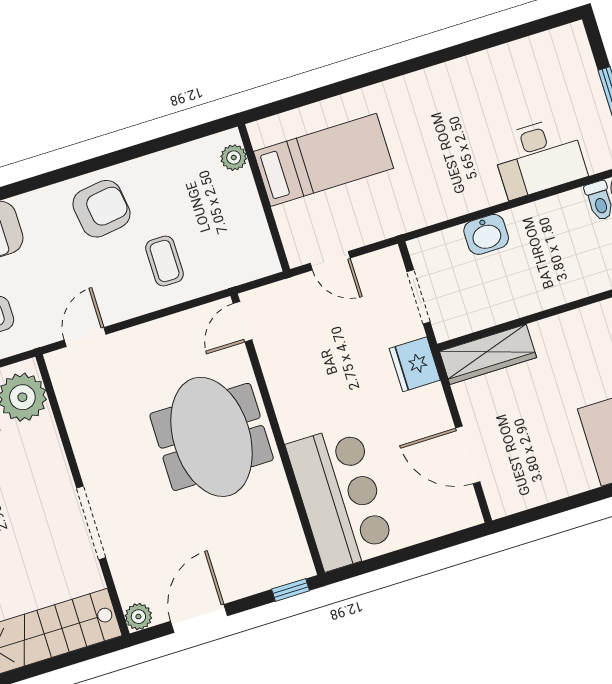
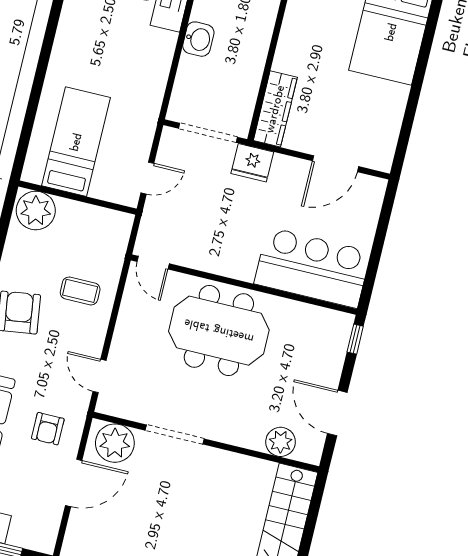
plant: (234, 158) -> (36, 211), width x1.87, depth x1.87
washbasin: (486, 234) -> (198, 39), moved
doorway: (418, 297) -> (208, 133), width x1.38
doorway: (91, 523) -> (175, 435), moved
plant: (138, 617) -> (281, 442), moved, width x1.38, depth x1.38

